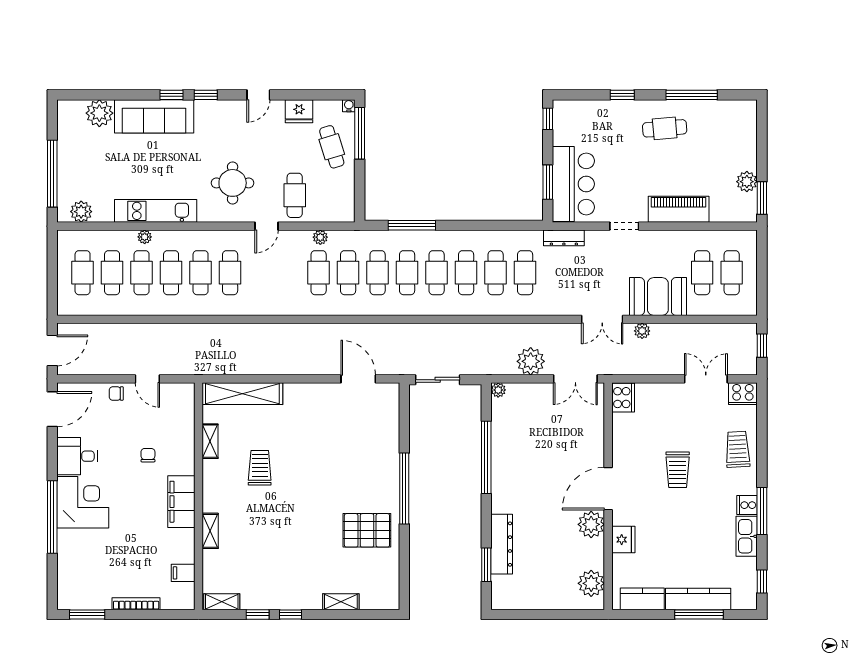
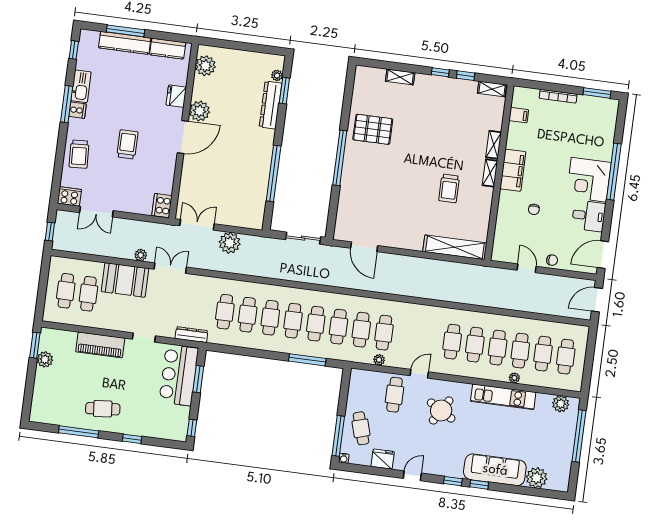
round table: (233, 183) -> (441, 411), turned 31
plant: (498, 390) -> (277, 75), moved
shelving: (210, 441) -> (490, 173), moved

